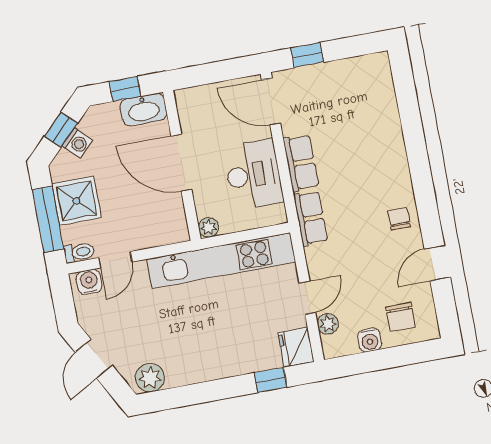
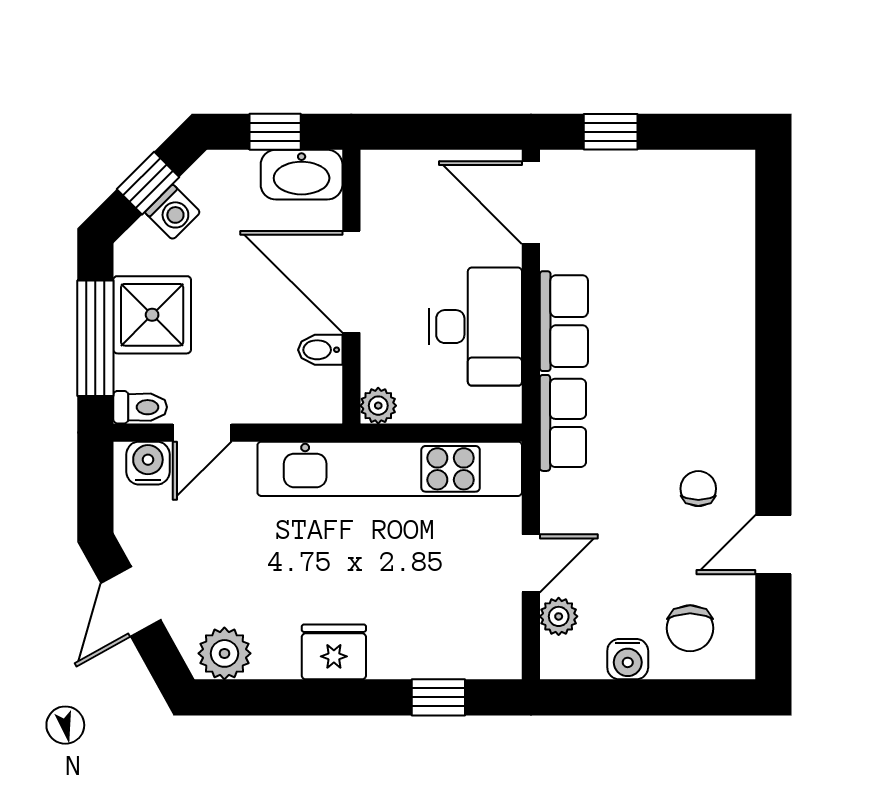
bidet: (171, 203) -> (320, 350), added
chair: (399, 219) -> (698, 489), moved
fridge: (296, 347) -> (334, 652), moved, turned 90

